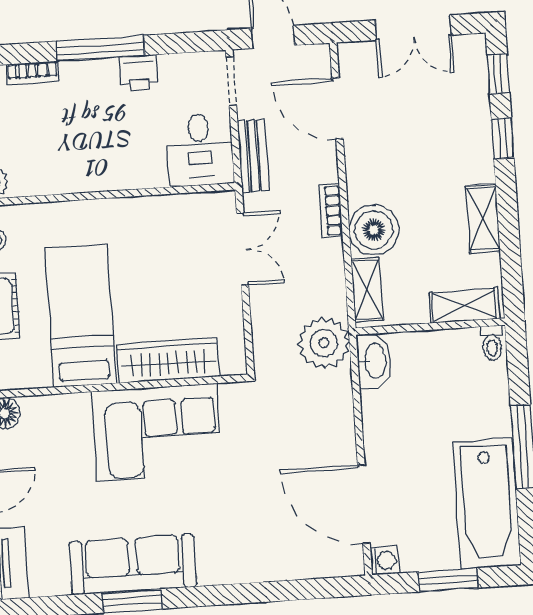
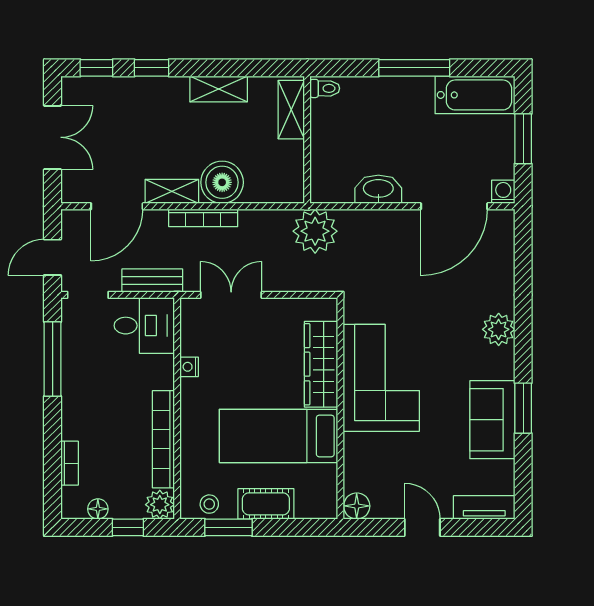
window: (100, 48) -> (53, 359), moved
printer: (139, 73) -> (75, 373), removed
bookcase: (68, 181) -> (163, 439), added
nightstand: (155, 206) -> (189, 367), added
bookcase: (331, 211) -> (203, 218), width x1.56
shelving: (367, 290) -> (172, 191), moved
washbasin: (374, 361) -> (378, 189), moved
bathtub: (487, 503) -> (475, 95), width x0.73, depth x0.73
sofa: (133, 564) -> (492, 420), width x0.73
plant: (223, 566) -> (499, 329), added

